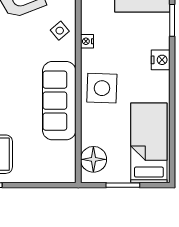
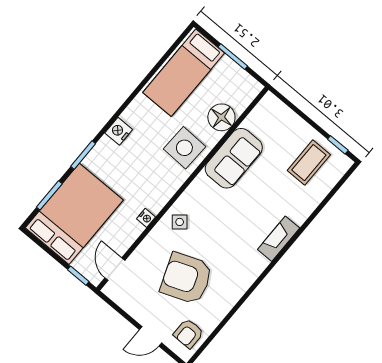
nightstand: (87, 41) -> (146, 218), moved
sofa: (59, 101) -> (234, 158), width x0.73
floor lamp: (93, 159) -> (221, 117), moved

